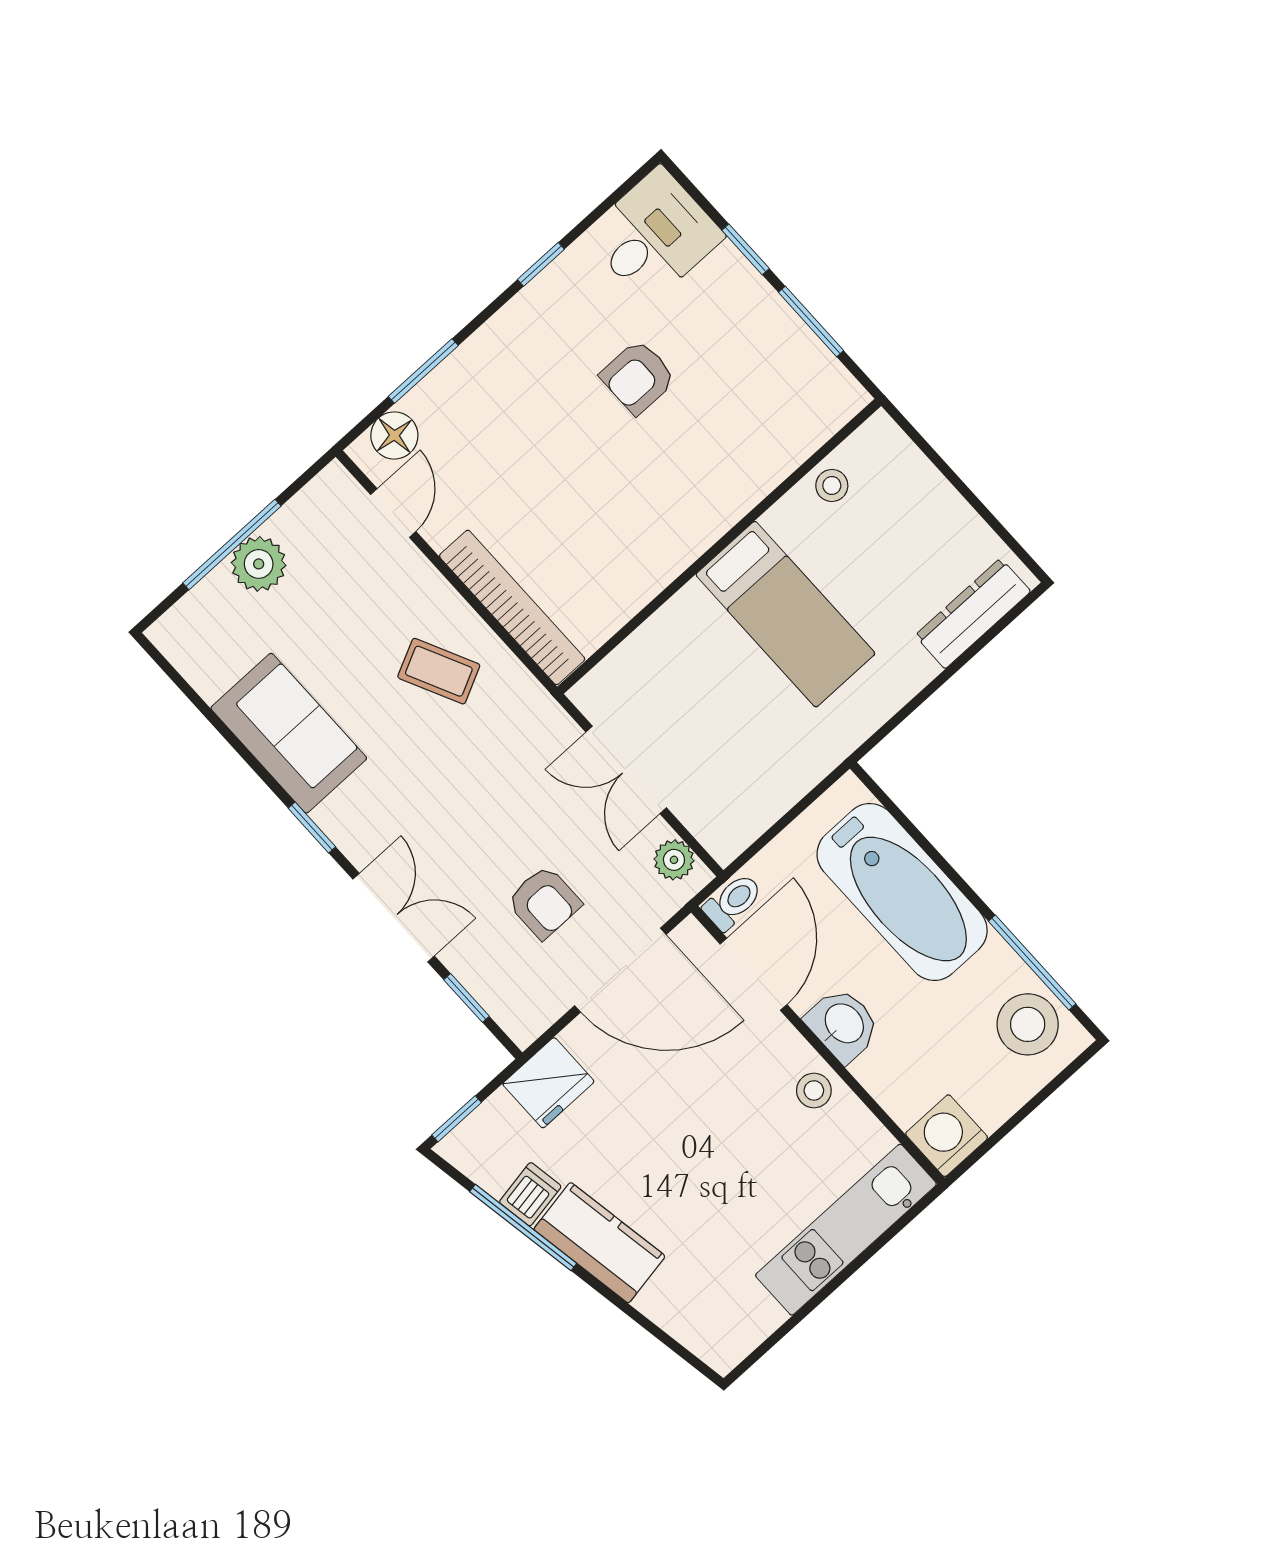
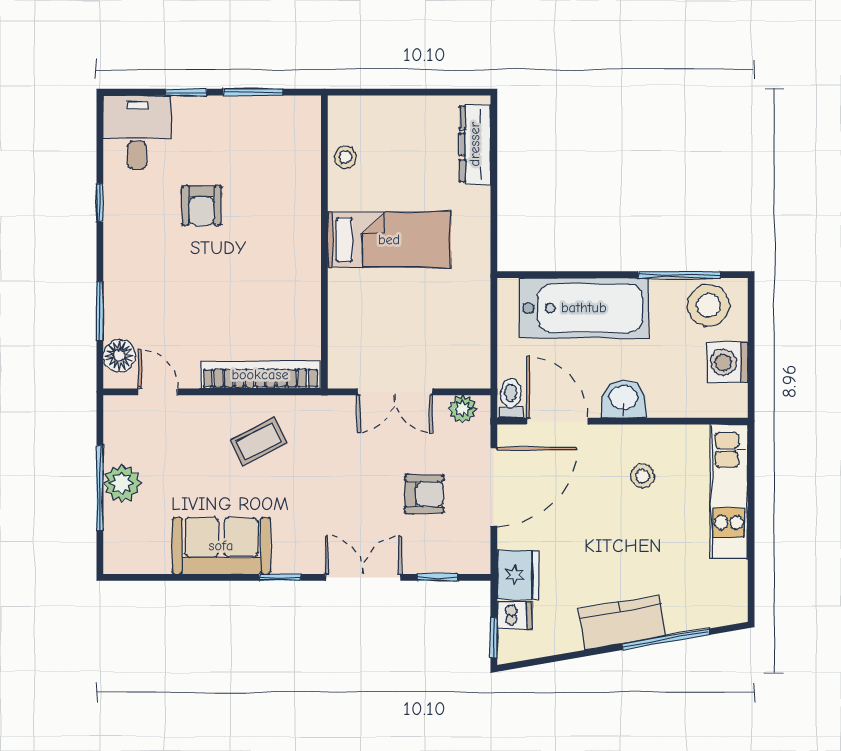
stool: (814, 1090) -> (643, 476), moved
washing machine: (947, 1136) -> (727, 362), moved
dishwasher: (530, 1194) -> (515, 615), moved, turned 100
window: (523, 1228) -> (666, 639), moved

